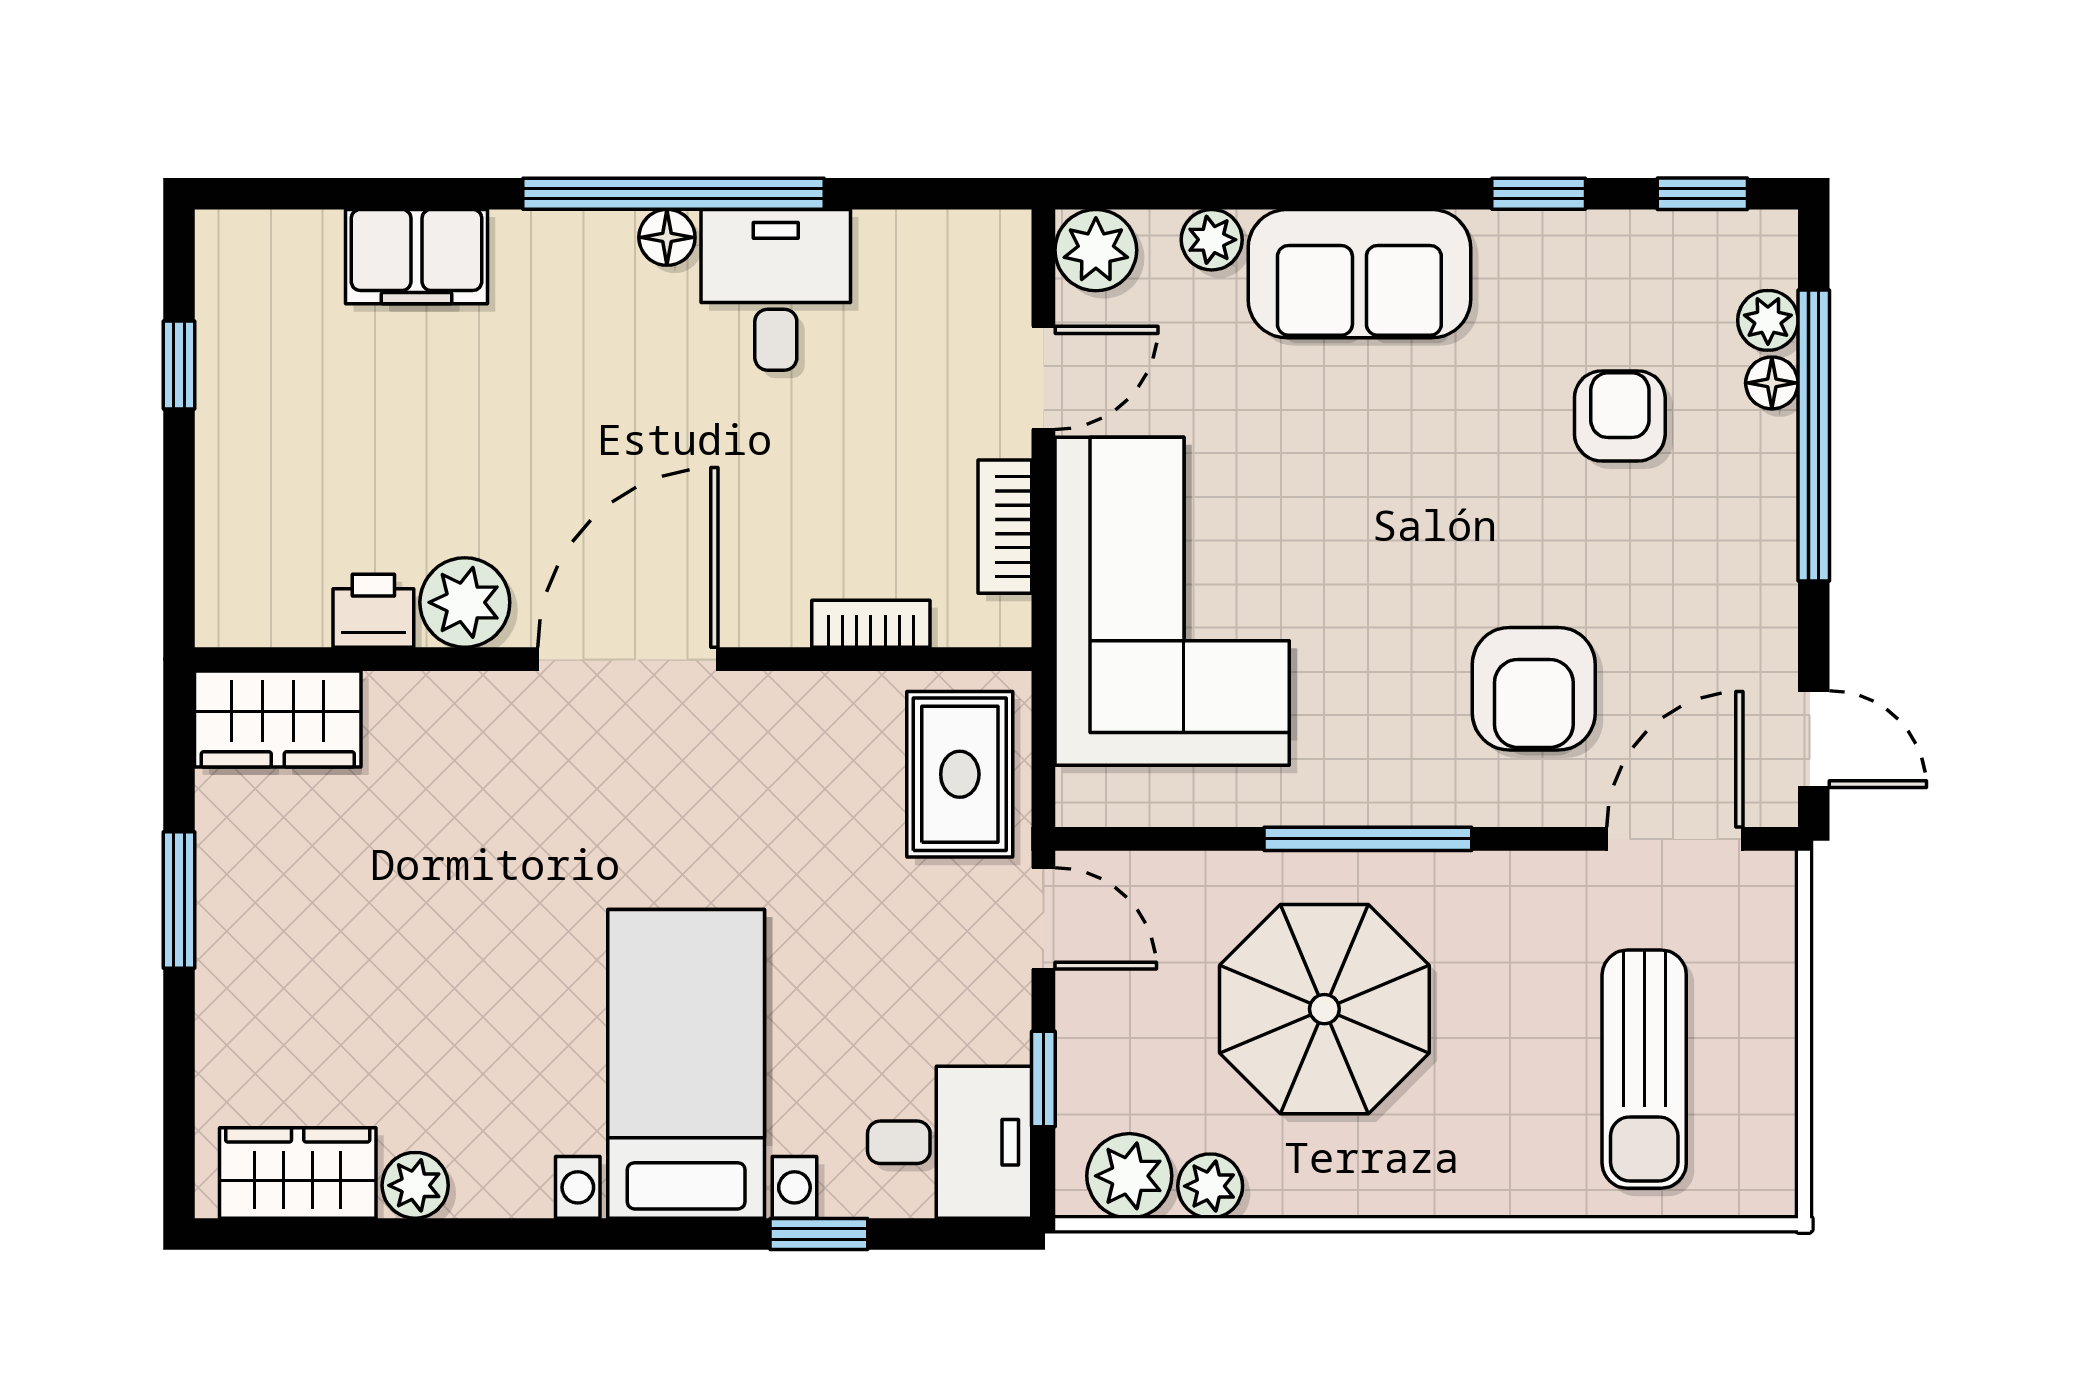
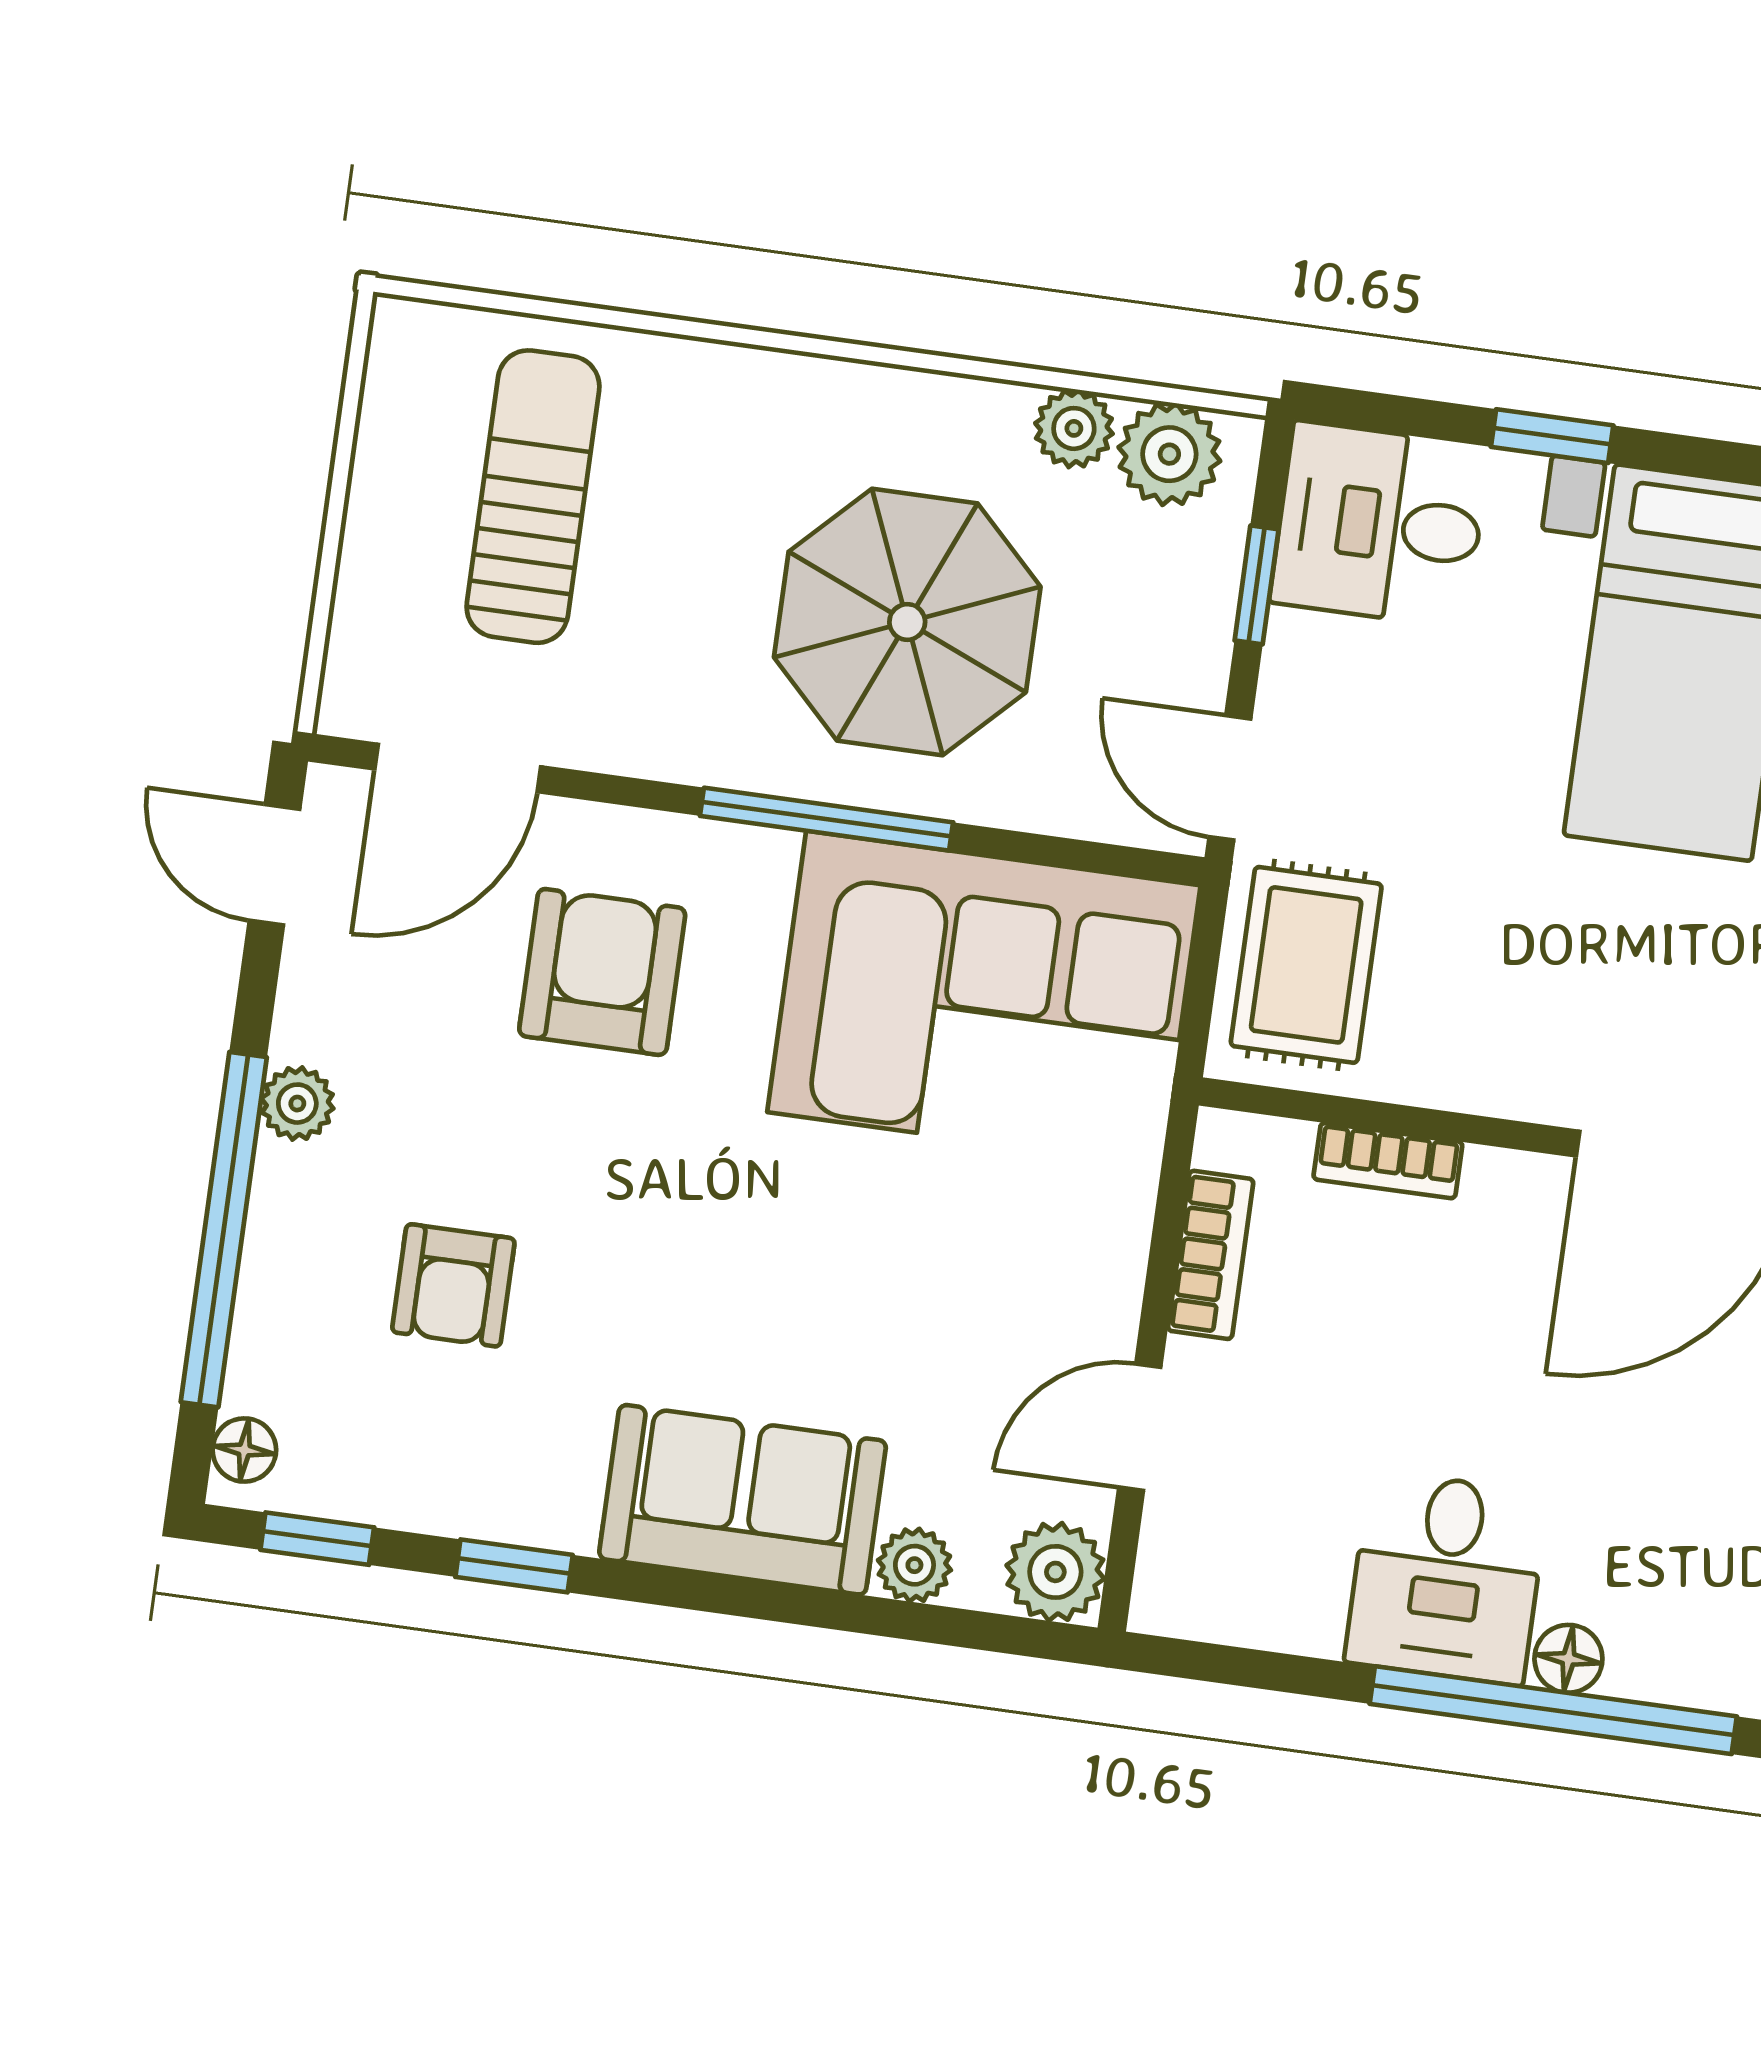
plant: (1768, 320) -> (297, 1104), moved
floor lamp: (1772, 383) -> (244, 1450), moved
corner sofa: (1172, 601) -> (984, 999), moved, turned -90

